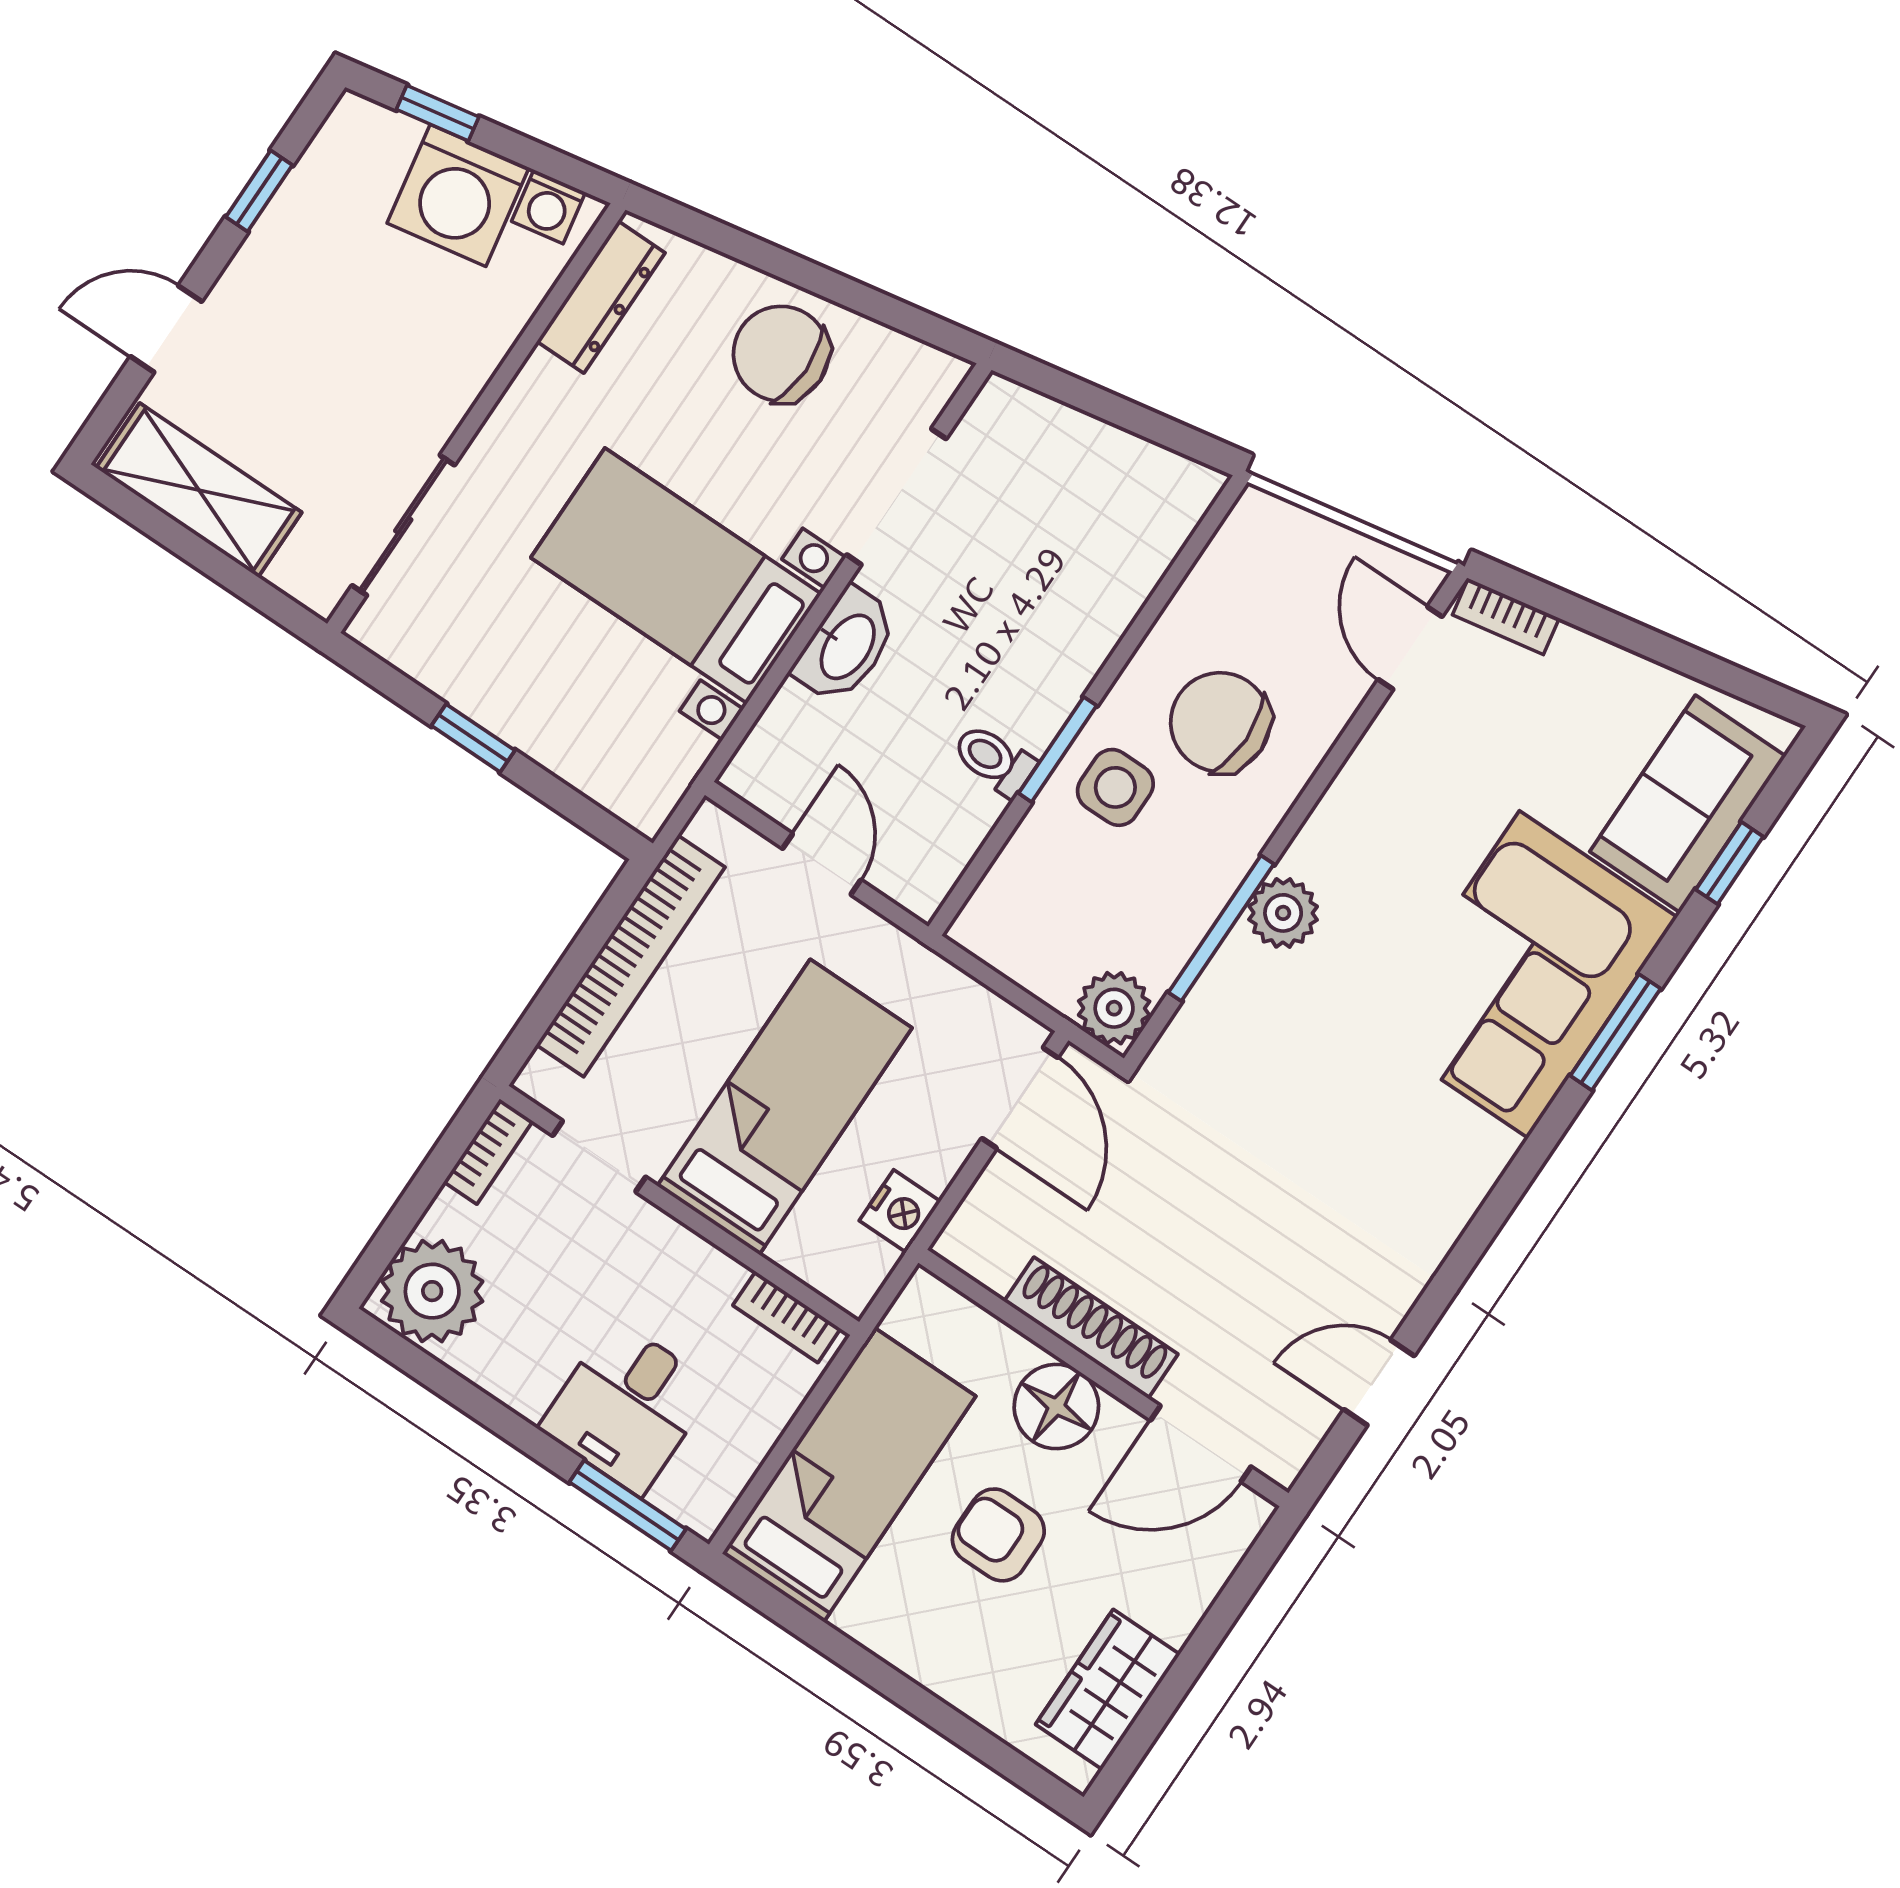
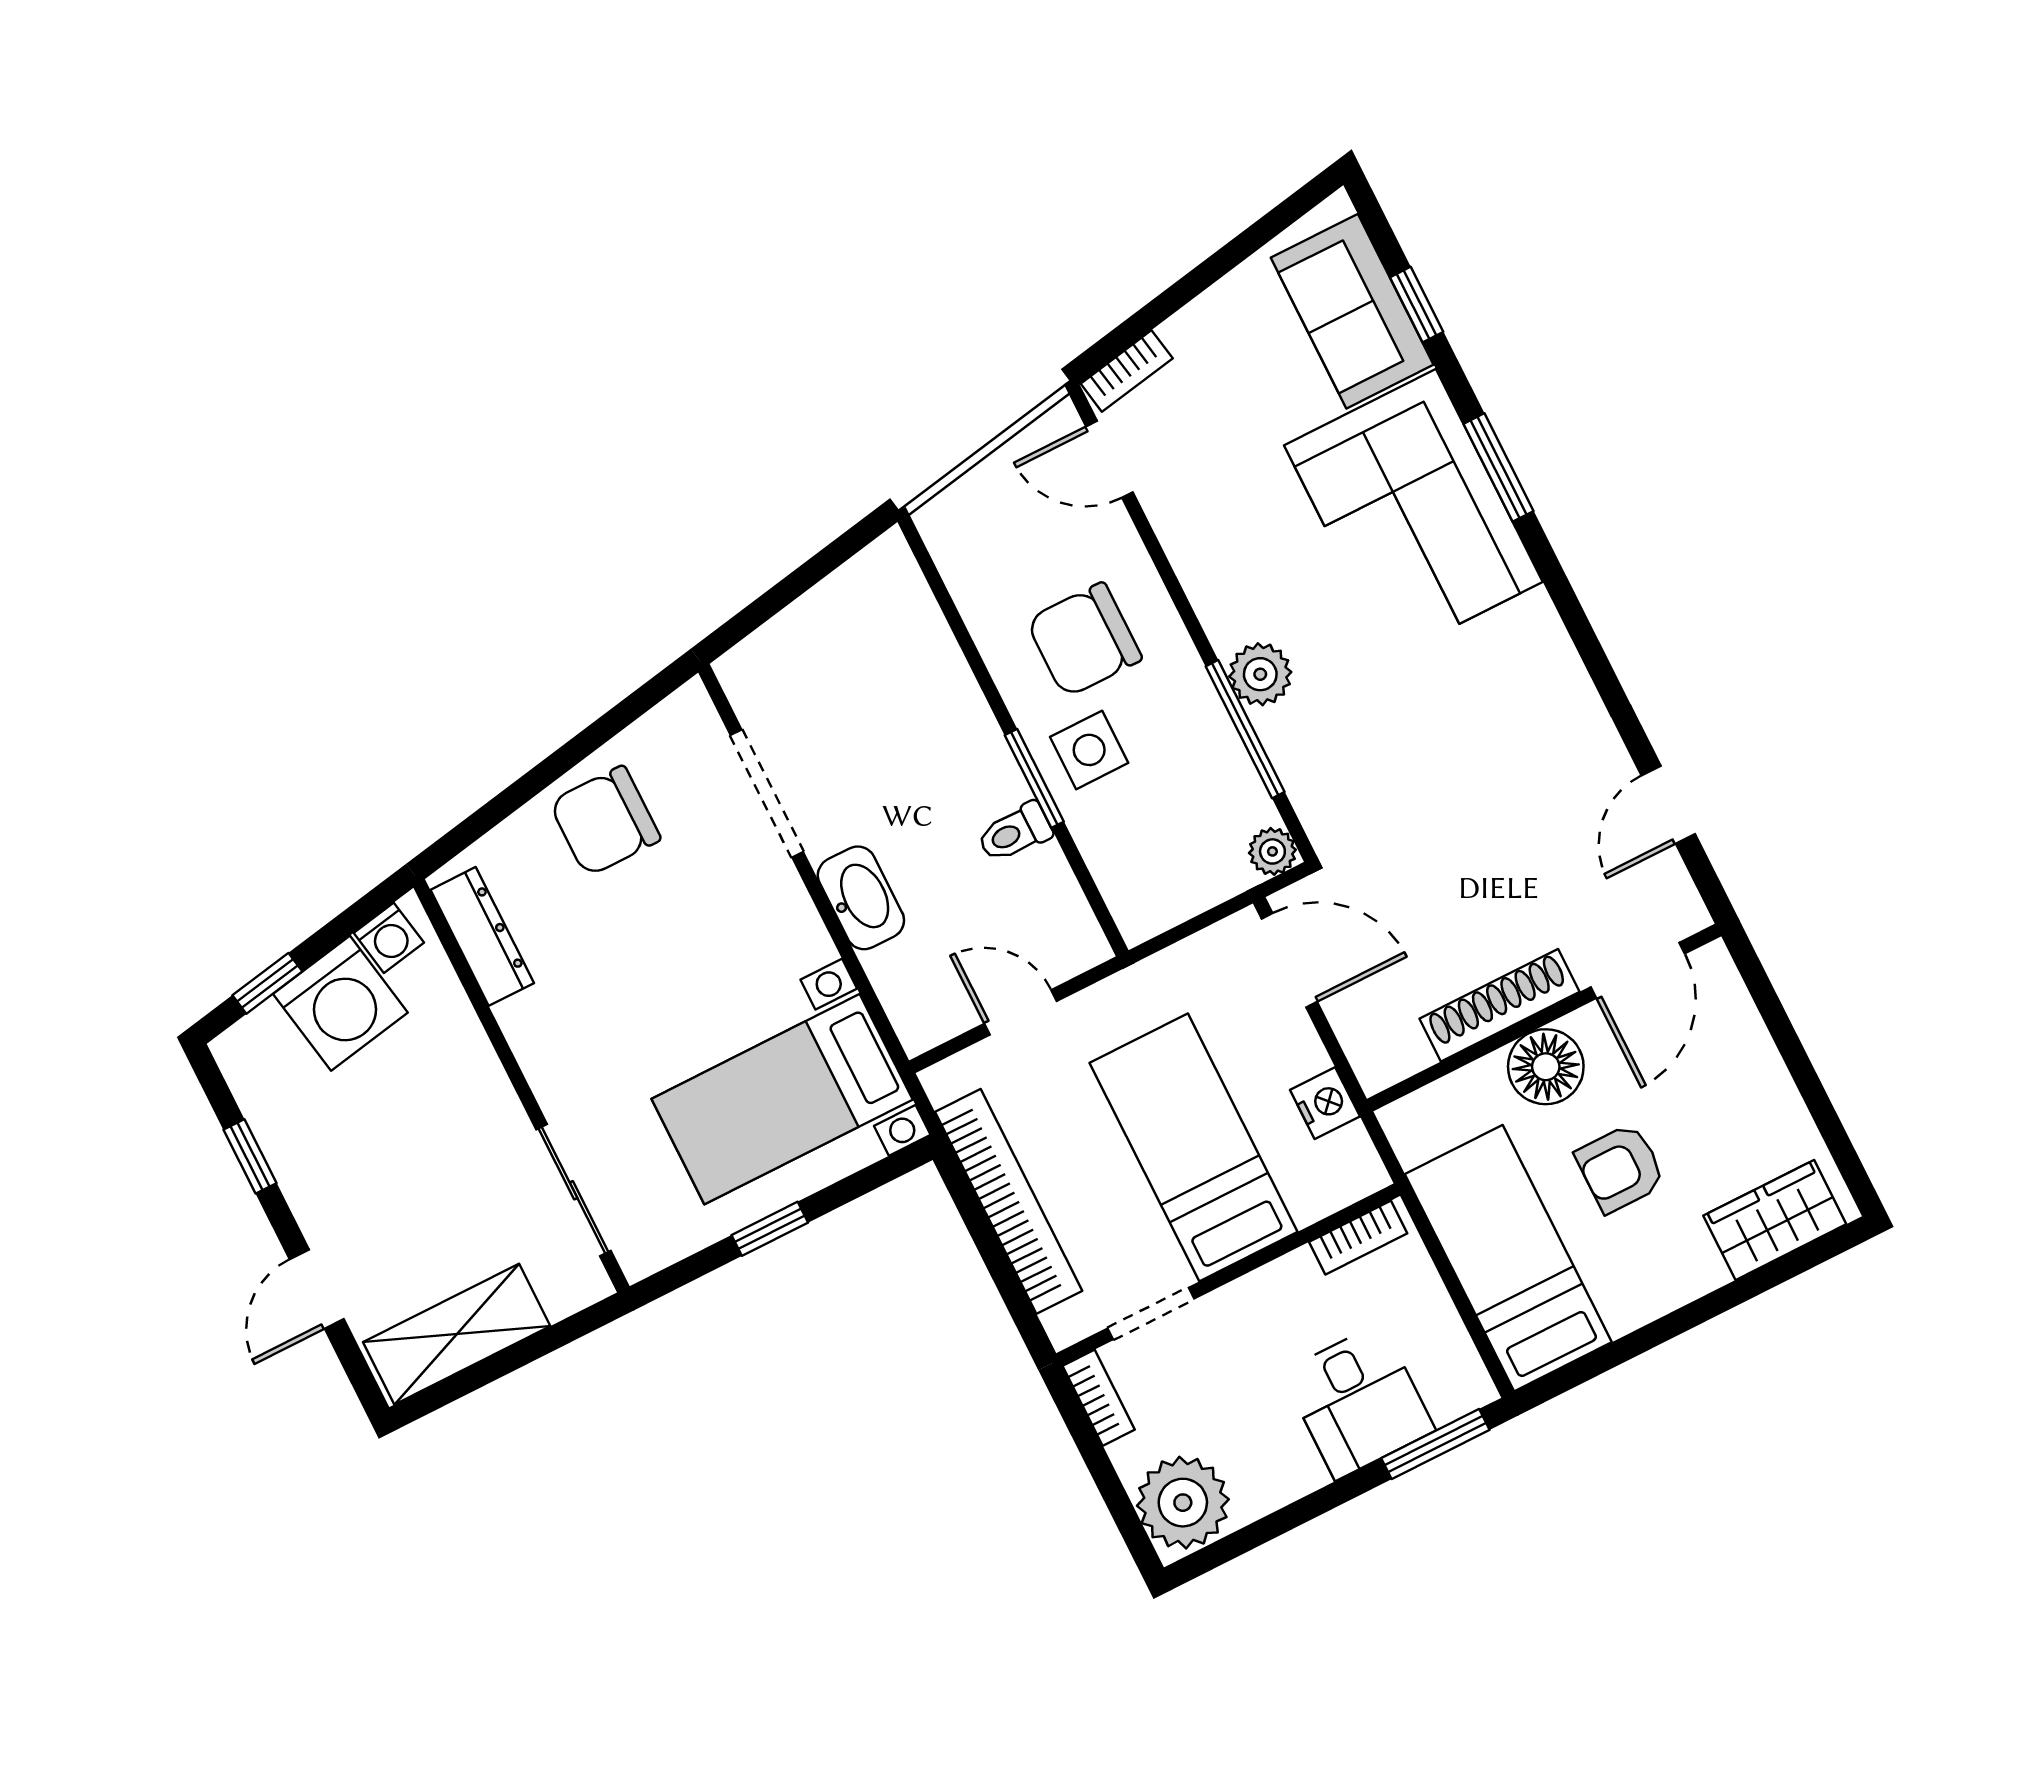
bed with nightstands: (676, 576) -> (782, 1099), moved
plant: (1114, 1008) -> (1272, 851), width x0.73, depth x0.73
wardrobe: (1108, 1689) -> (1775, 1220), moved, turned 90

